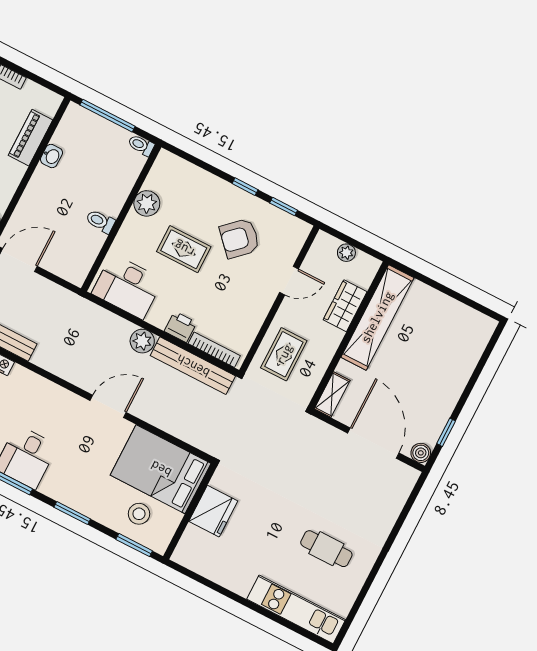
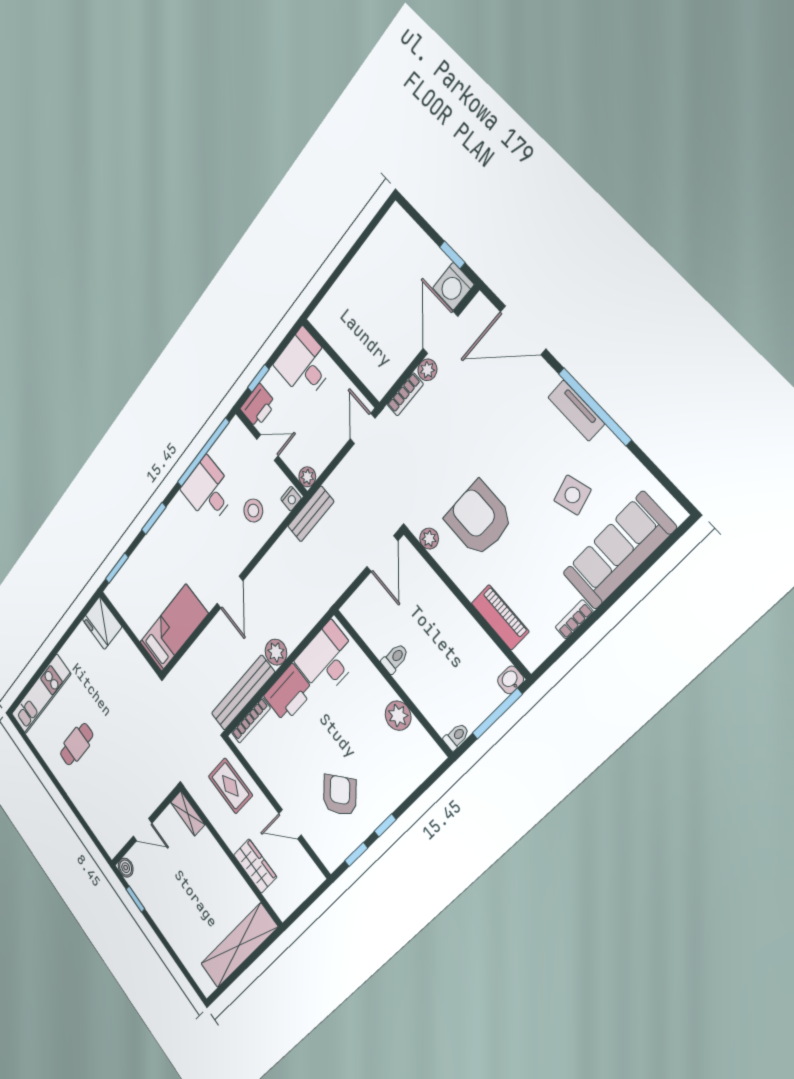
washbasin: (51, 156) -> (511, 680), moved, turned 90
rug: (184, 249) -> (345, 734), removed
plant: (346, 253) -> (299, 893), removed
door: (289, 281) -> (290, 824), hinge flipped
shelving: (377, 317) -> (239, 946), moved, turned 90
printer: (180, 327) -> (289, 693), width x1.87, depth x1.48
door: (373, 443) -> (142, 830), width x0.53
bed: (161, 469) -> (174, 628), width x0.67
fridge: (213, 511) -> (102, 623), moved
stool: (139, 514) -> (253, 511), moved

